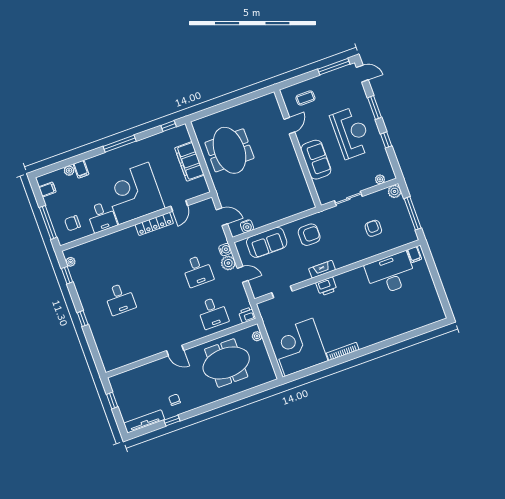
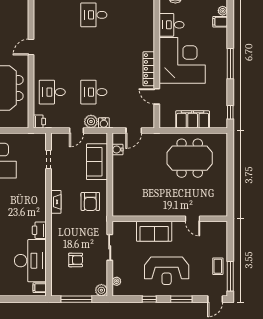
coffee table: (305, 98) -> (218, 266), moved
printer: (326, 286) -> (39, 230), moved
plant: (257, 336) -> (18, 124), removed

